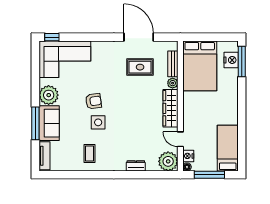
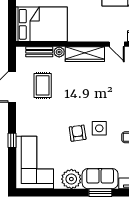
window: (52, 37) -> (12, 140), moved
window: (35, 123) -> (100, 193), width x0.69
door: (180, 139) -> (117, 44), hinge flipped

